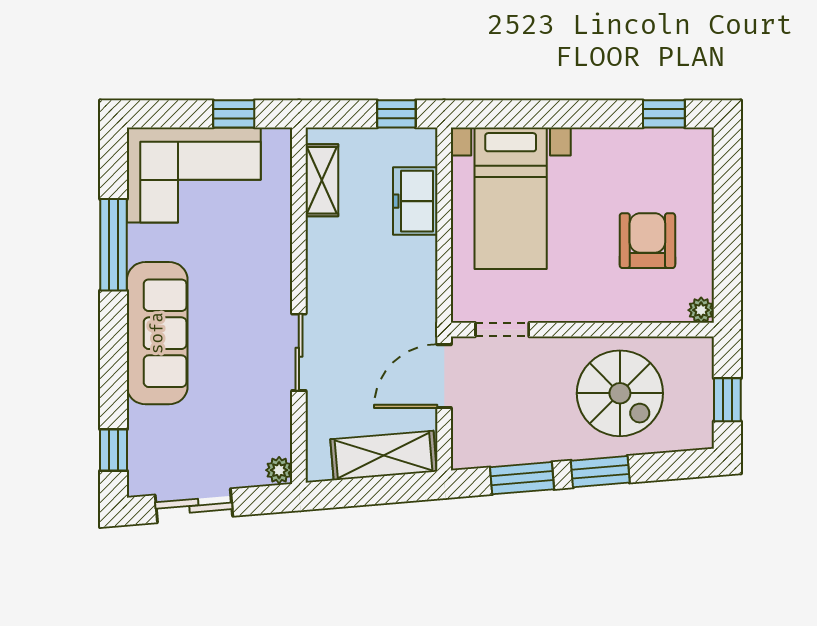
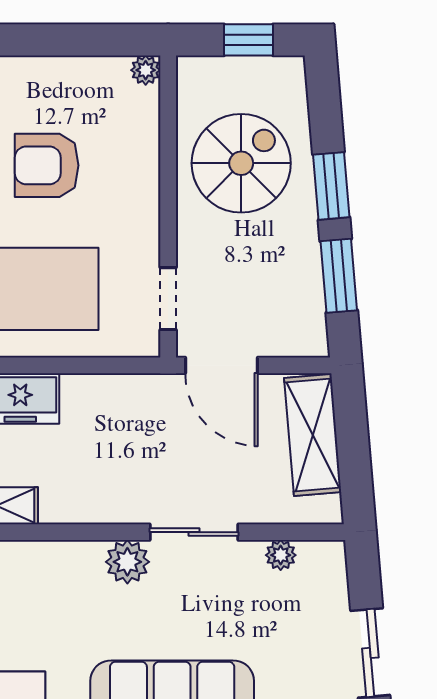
armchair: (647, 241) -> (47, 165), moved
plant: (273, 294) -> (127, 562), added
plant: (279, 470) -> (281, 555), moved

